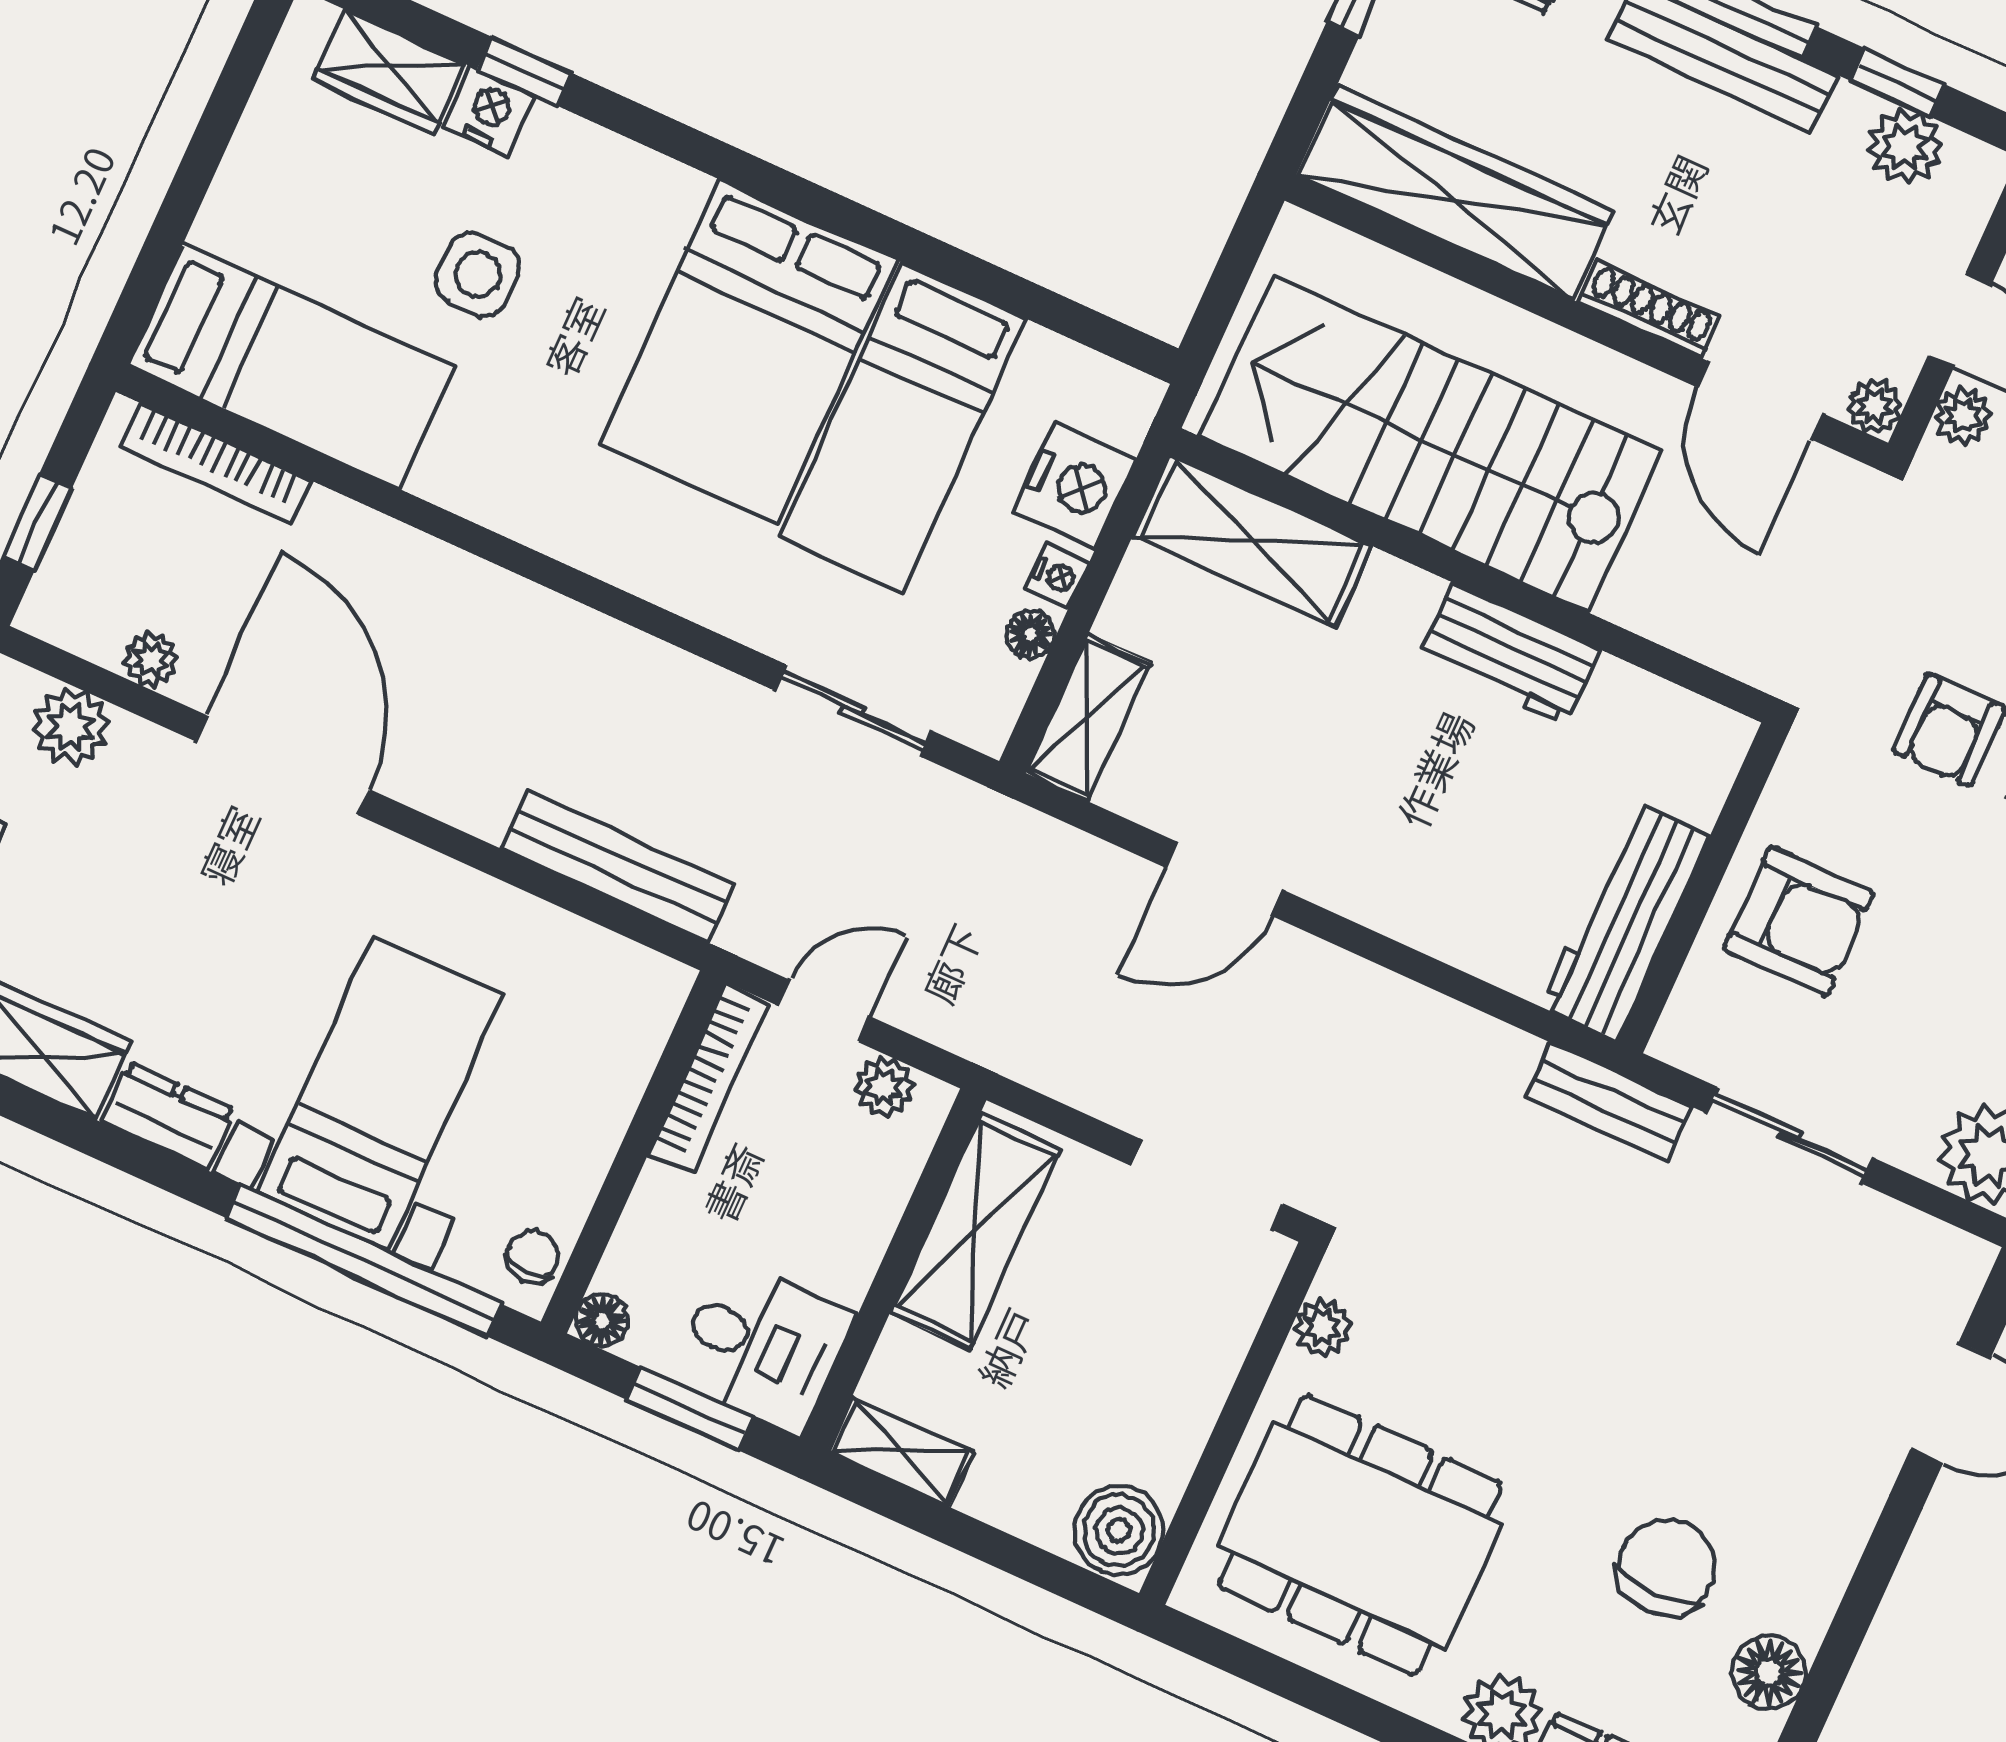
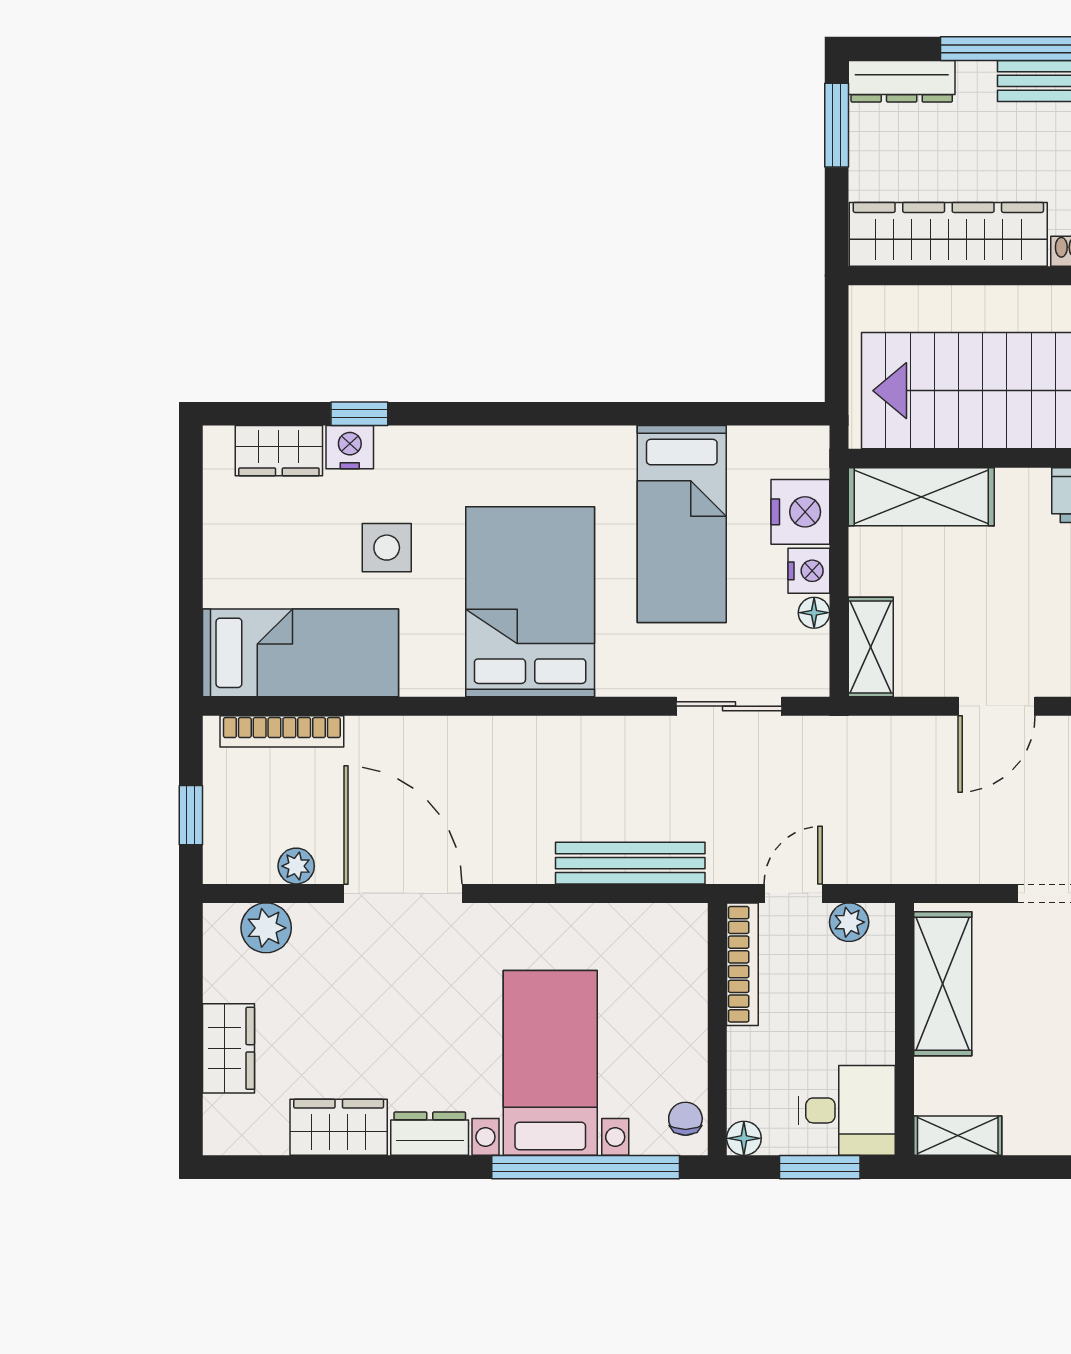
bed: (749, 352) -> (530, 602), moved, turned 180
nightstand: (1057, 576) -> (809, 571), width x1.39, depth x1.35

